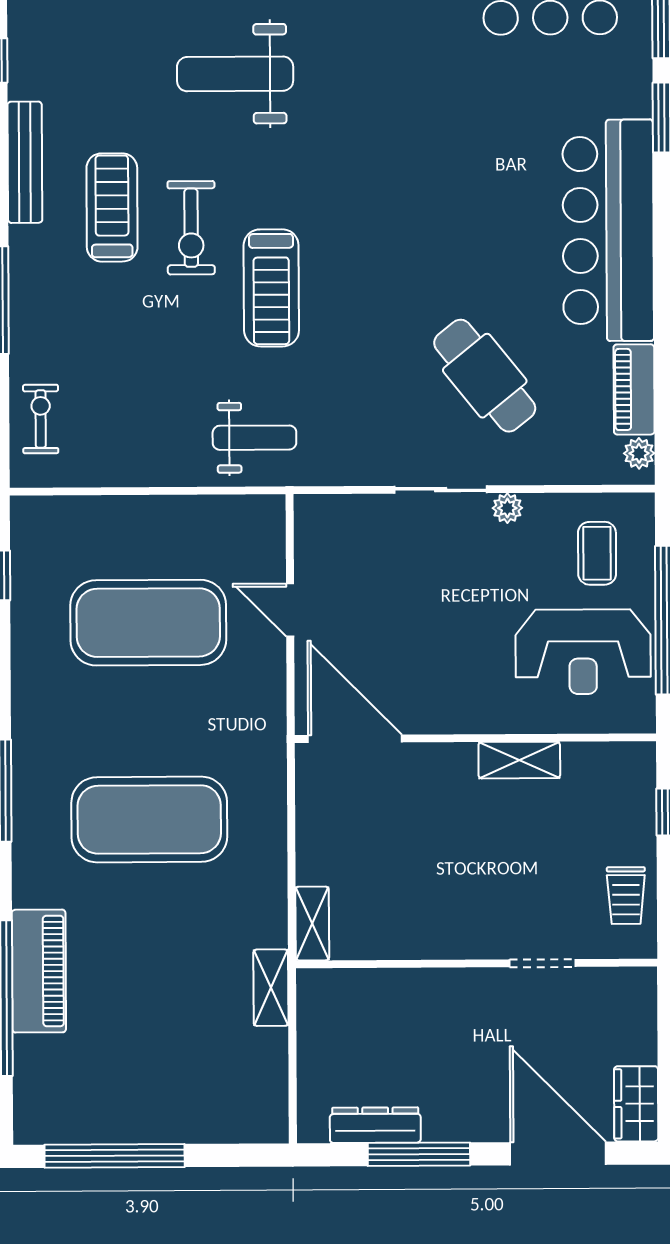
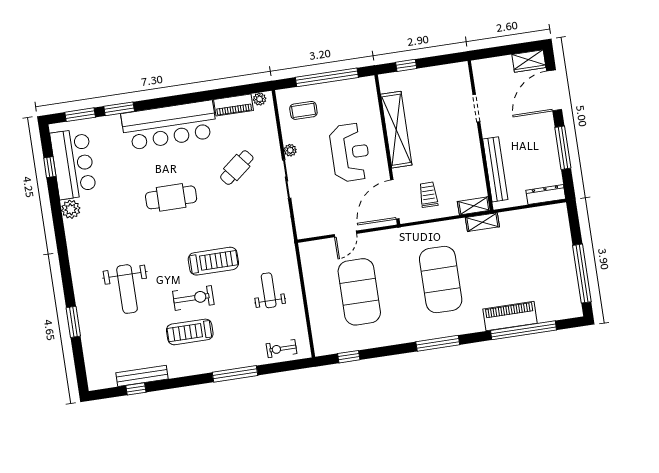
bench: (25, 162) -> (142, 376), moved
cafe table: (437, 210) -> (171, 197), added
cafe table: (485, 376) -> (237, 168), width x0.73, depth x0.74
weight bench: (254, 438) -> (269, 290), moved
reception desk: (583, 652) -> (350, 152), moved
shelving: (519, 760) -> (396, 130), width x2.20, depth x1.33
trolley: (626, 896) -> (428, 195), moved, turned -90
bench: (391, 987) -> (495, 169), added
shelving: (271, 988) -> (482, 222), moved
dresser: (375, 1125) -> (546, 195), moved, turned 90

